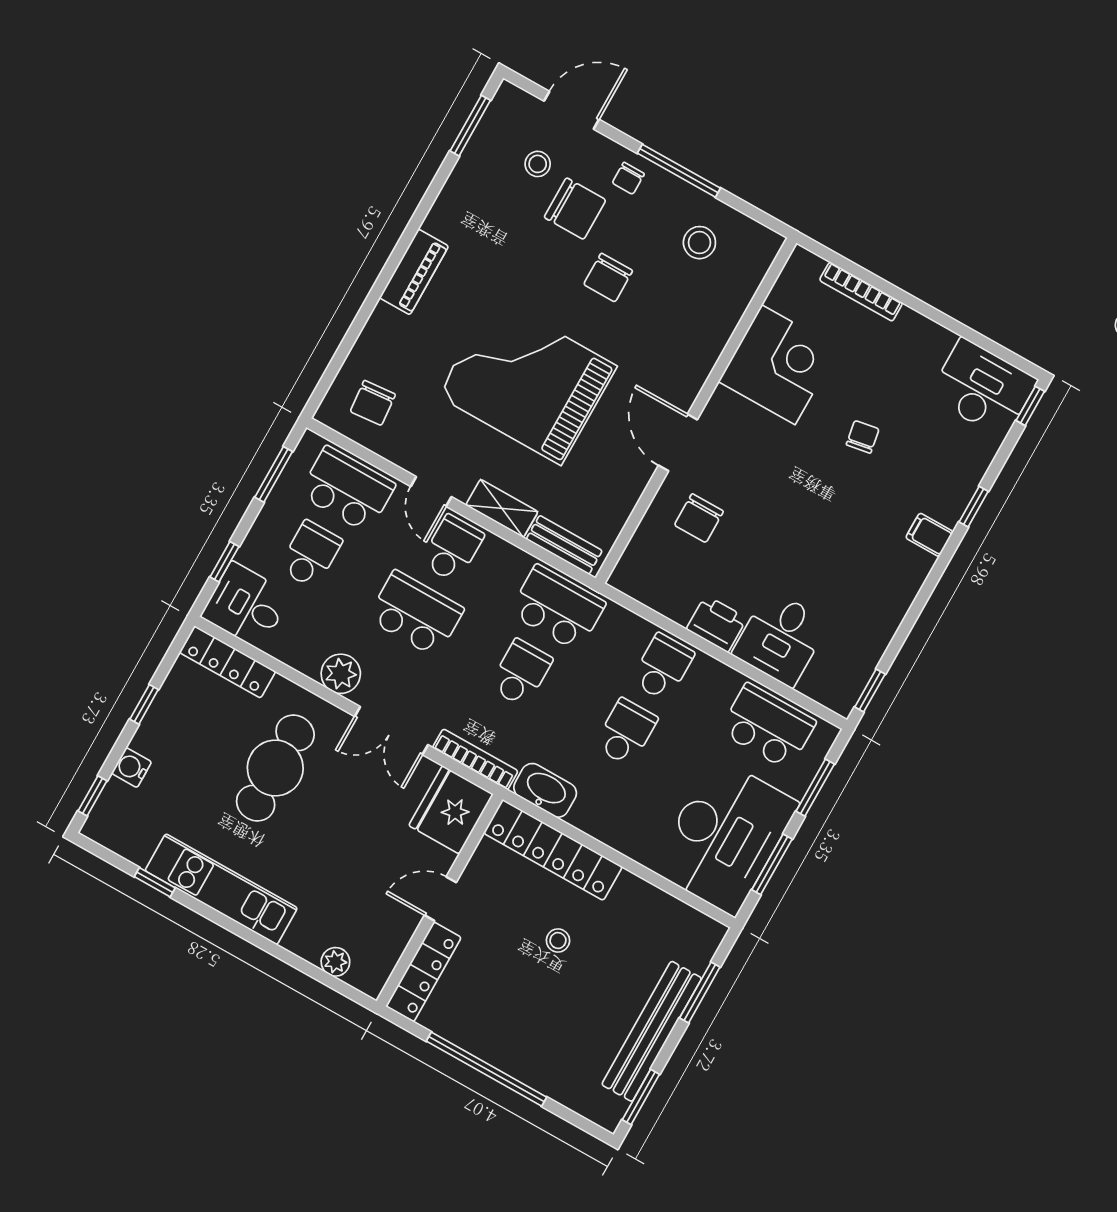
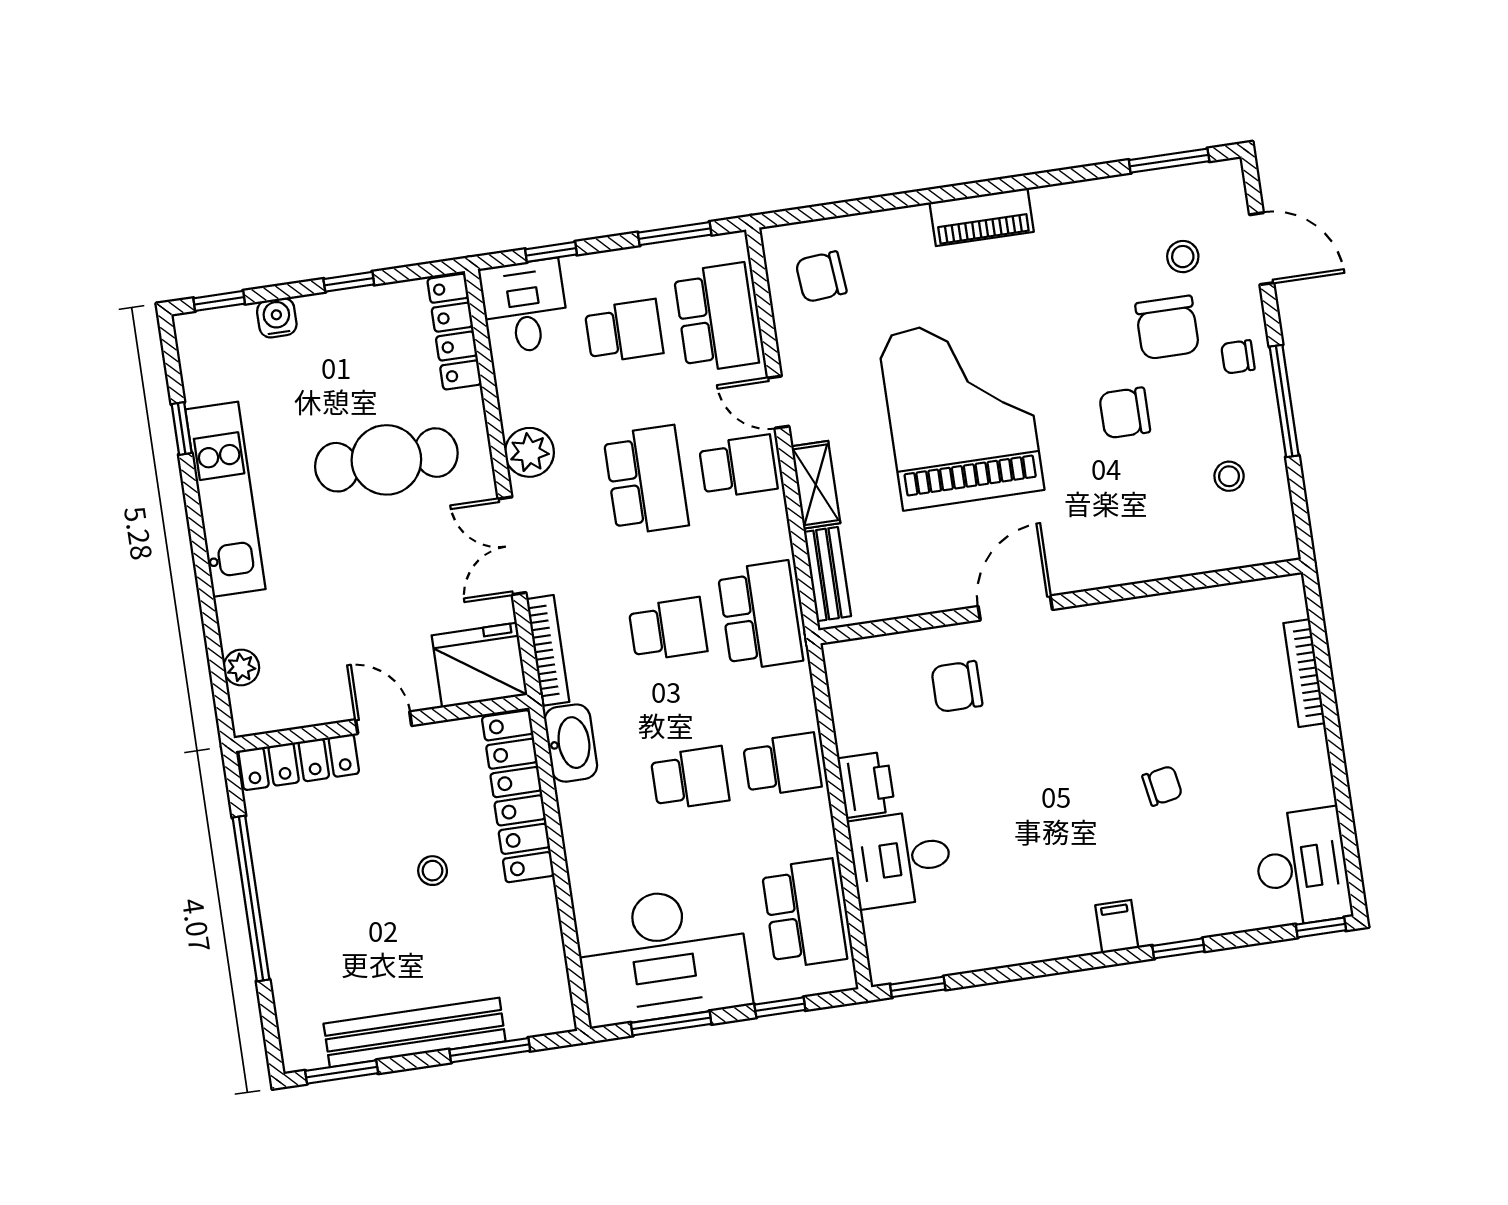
stool: (699, 243) -> (1229, 476), width x0.73, depth x0.73
corner desk: (778, 365) -> (1169, 647), removed
door: (431, 492) -> (778, 402), hinge flipped
window: (815, 788) -> (780, 1007), width x0.67

